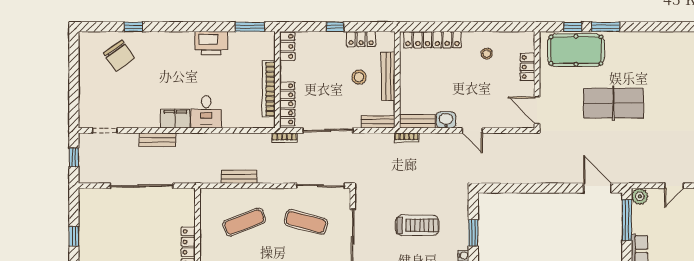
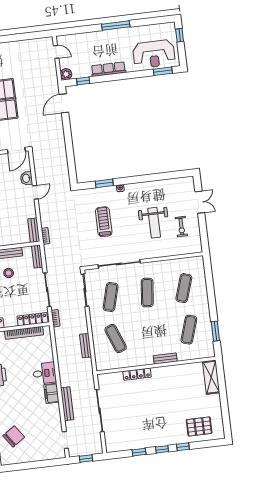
washbasin: (446, 120) -> (26, 178), moved
bench: (157, 140) -> (67, 404), width x1.36
window: (627, 220) -> (83, 81), width x0.46

